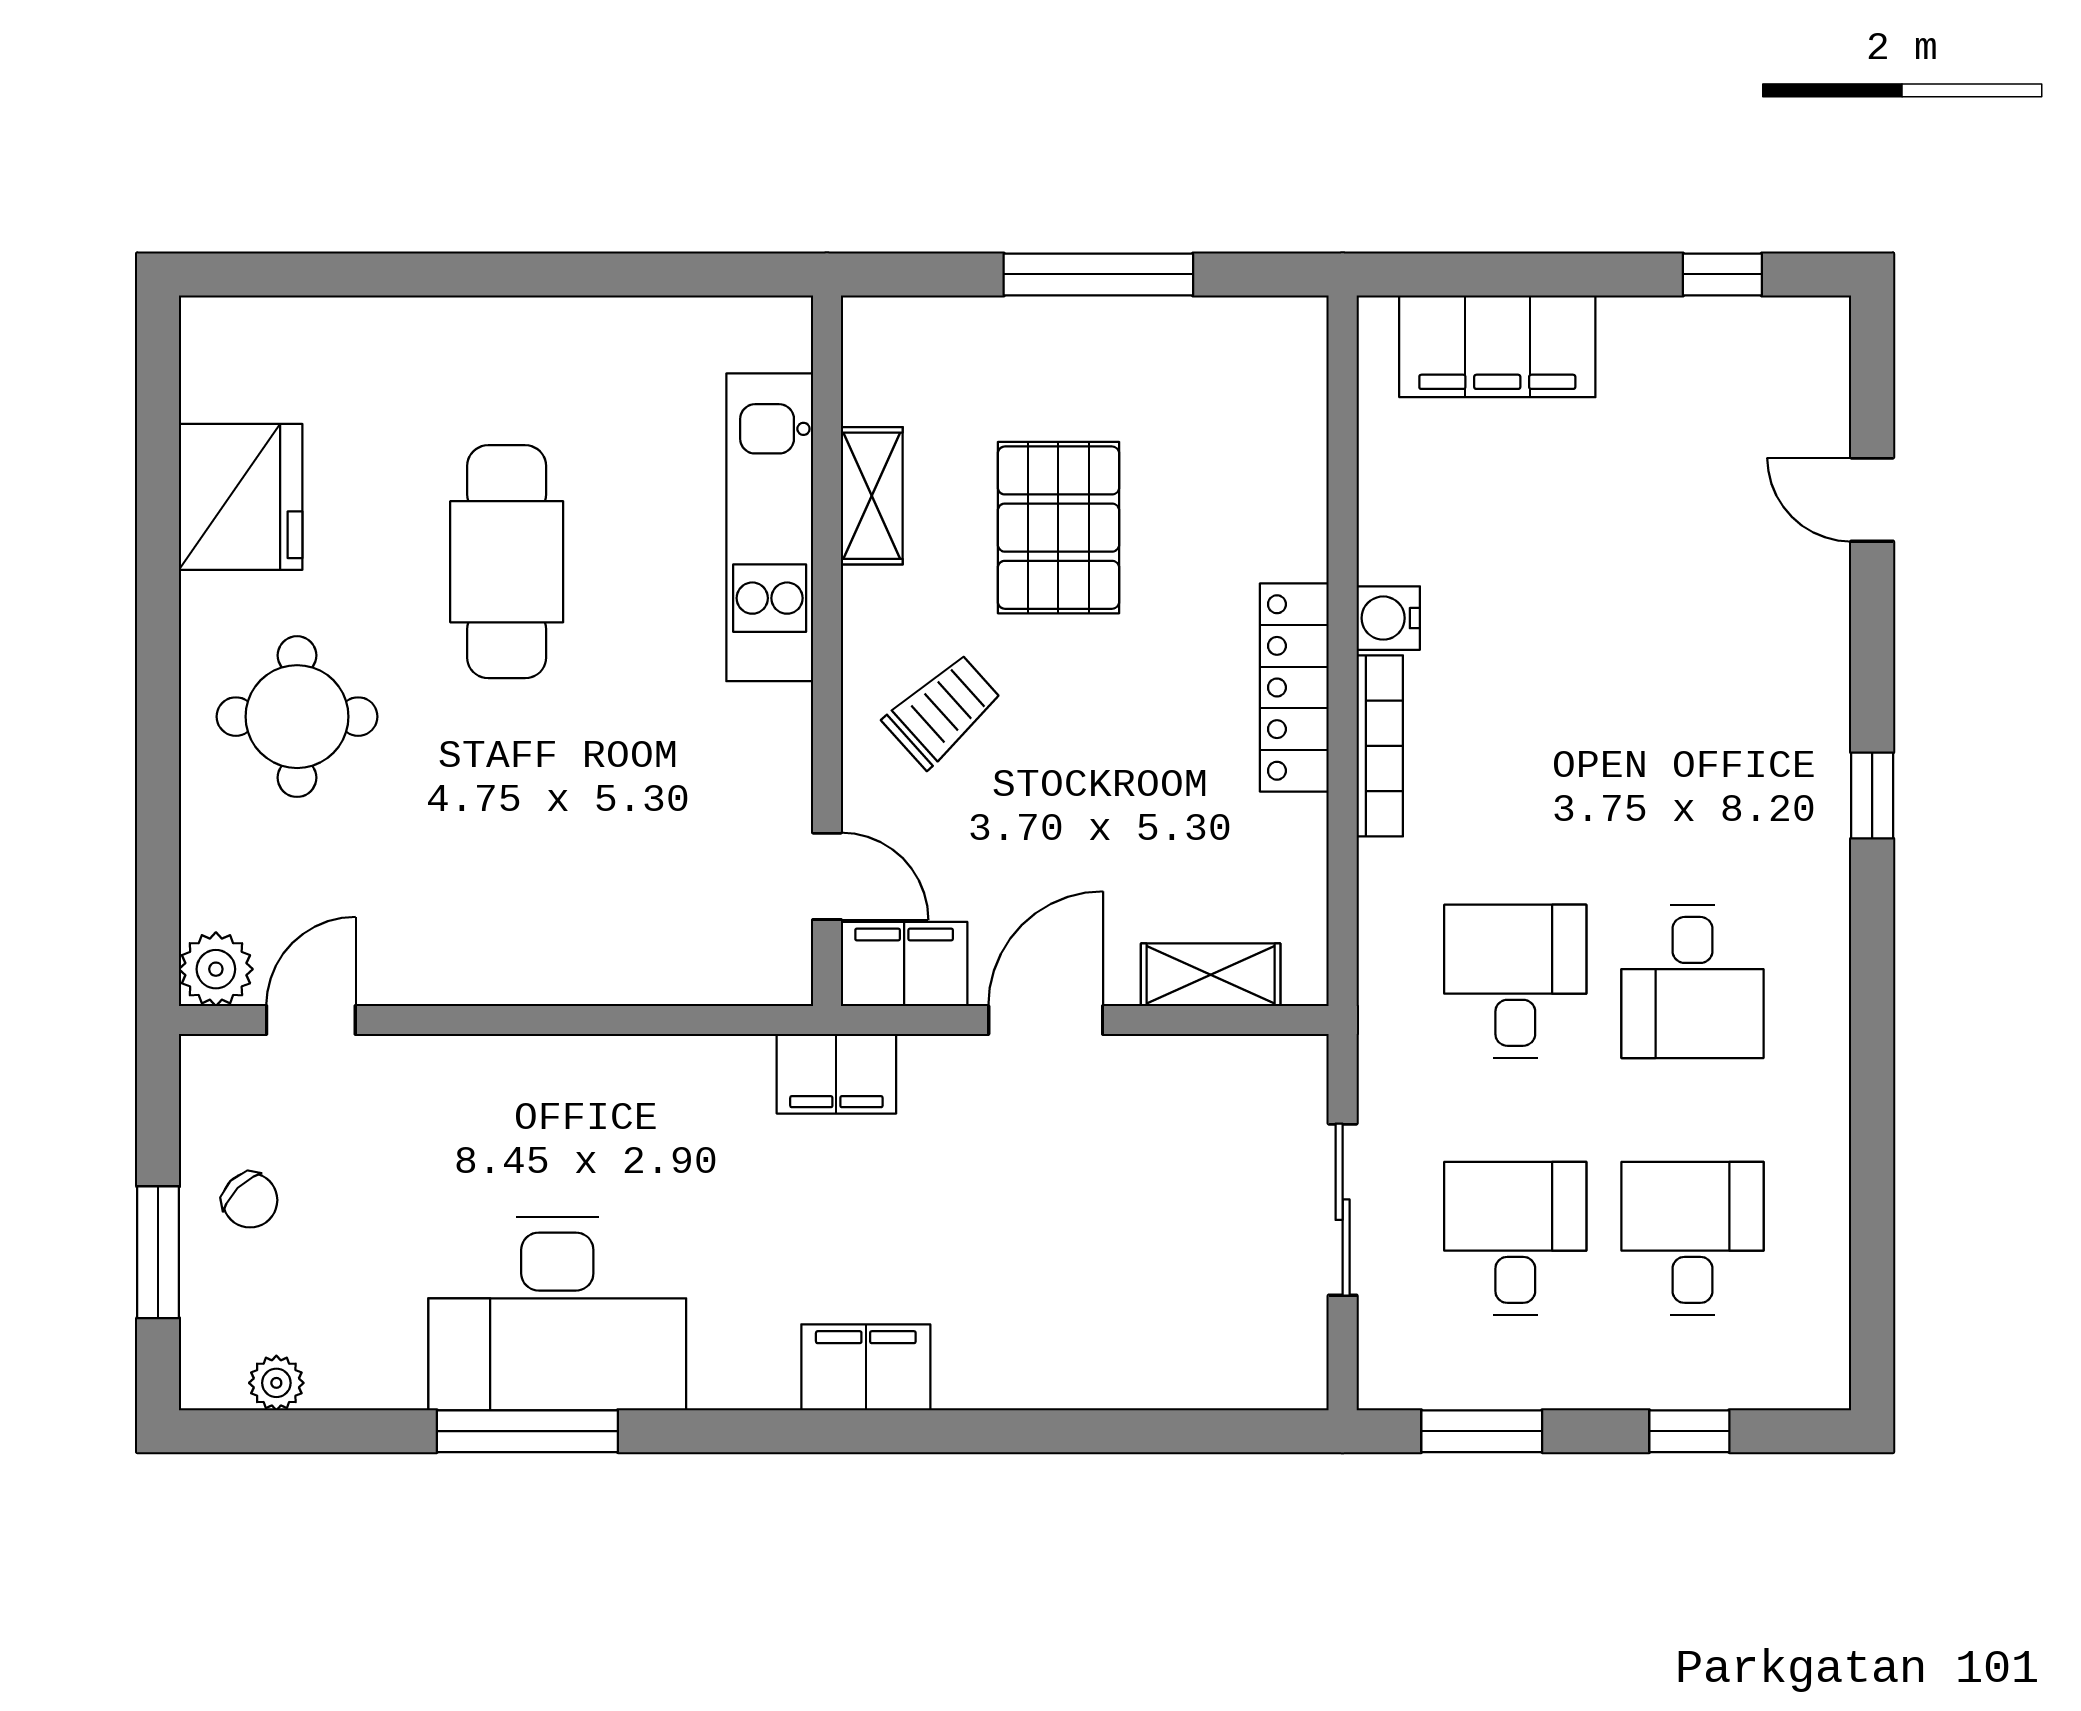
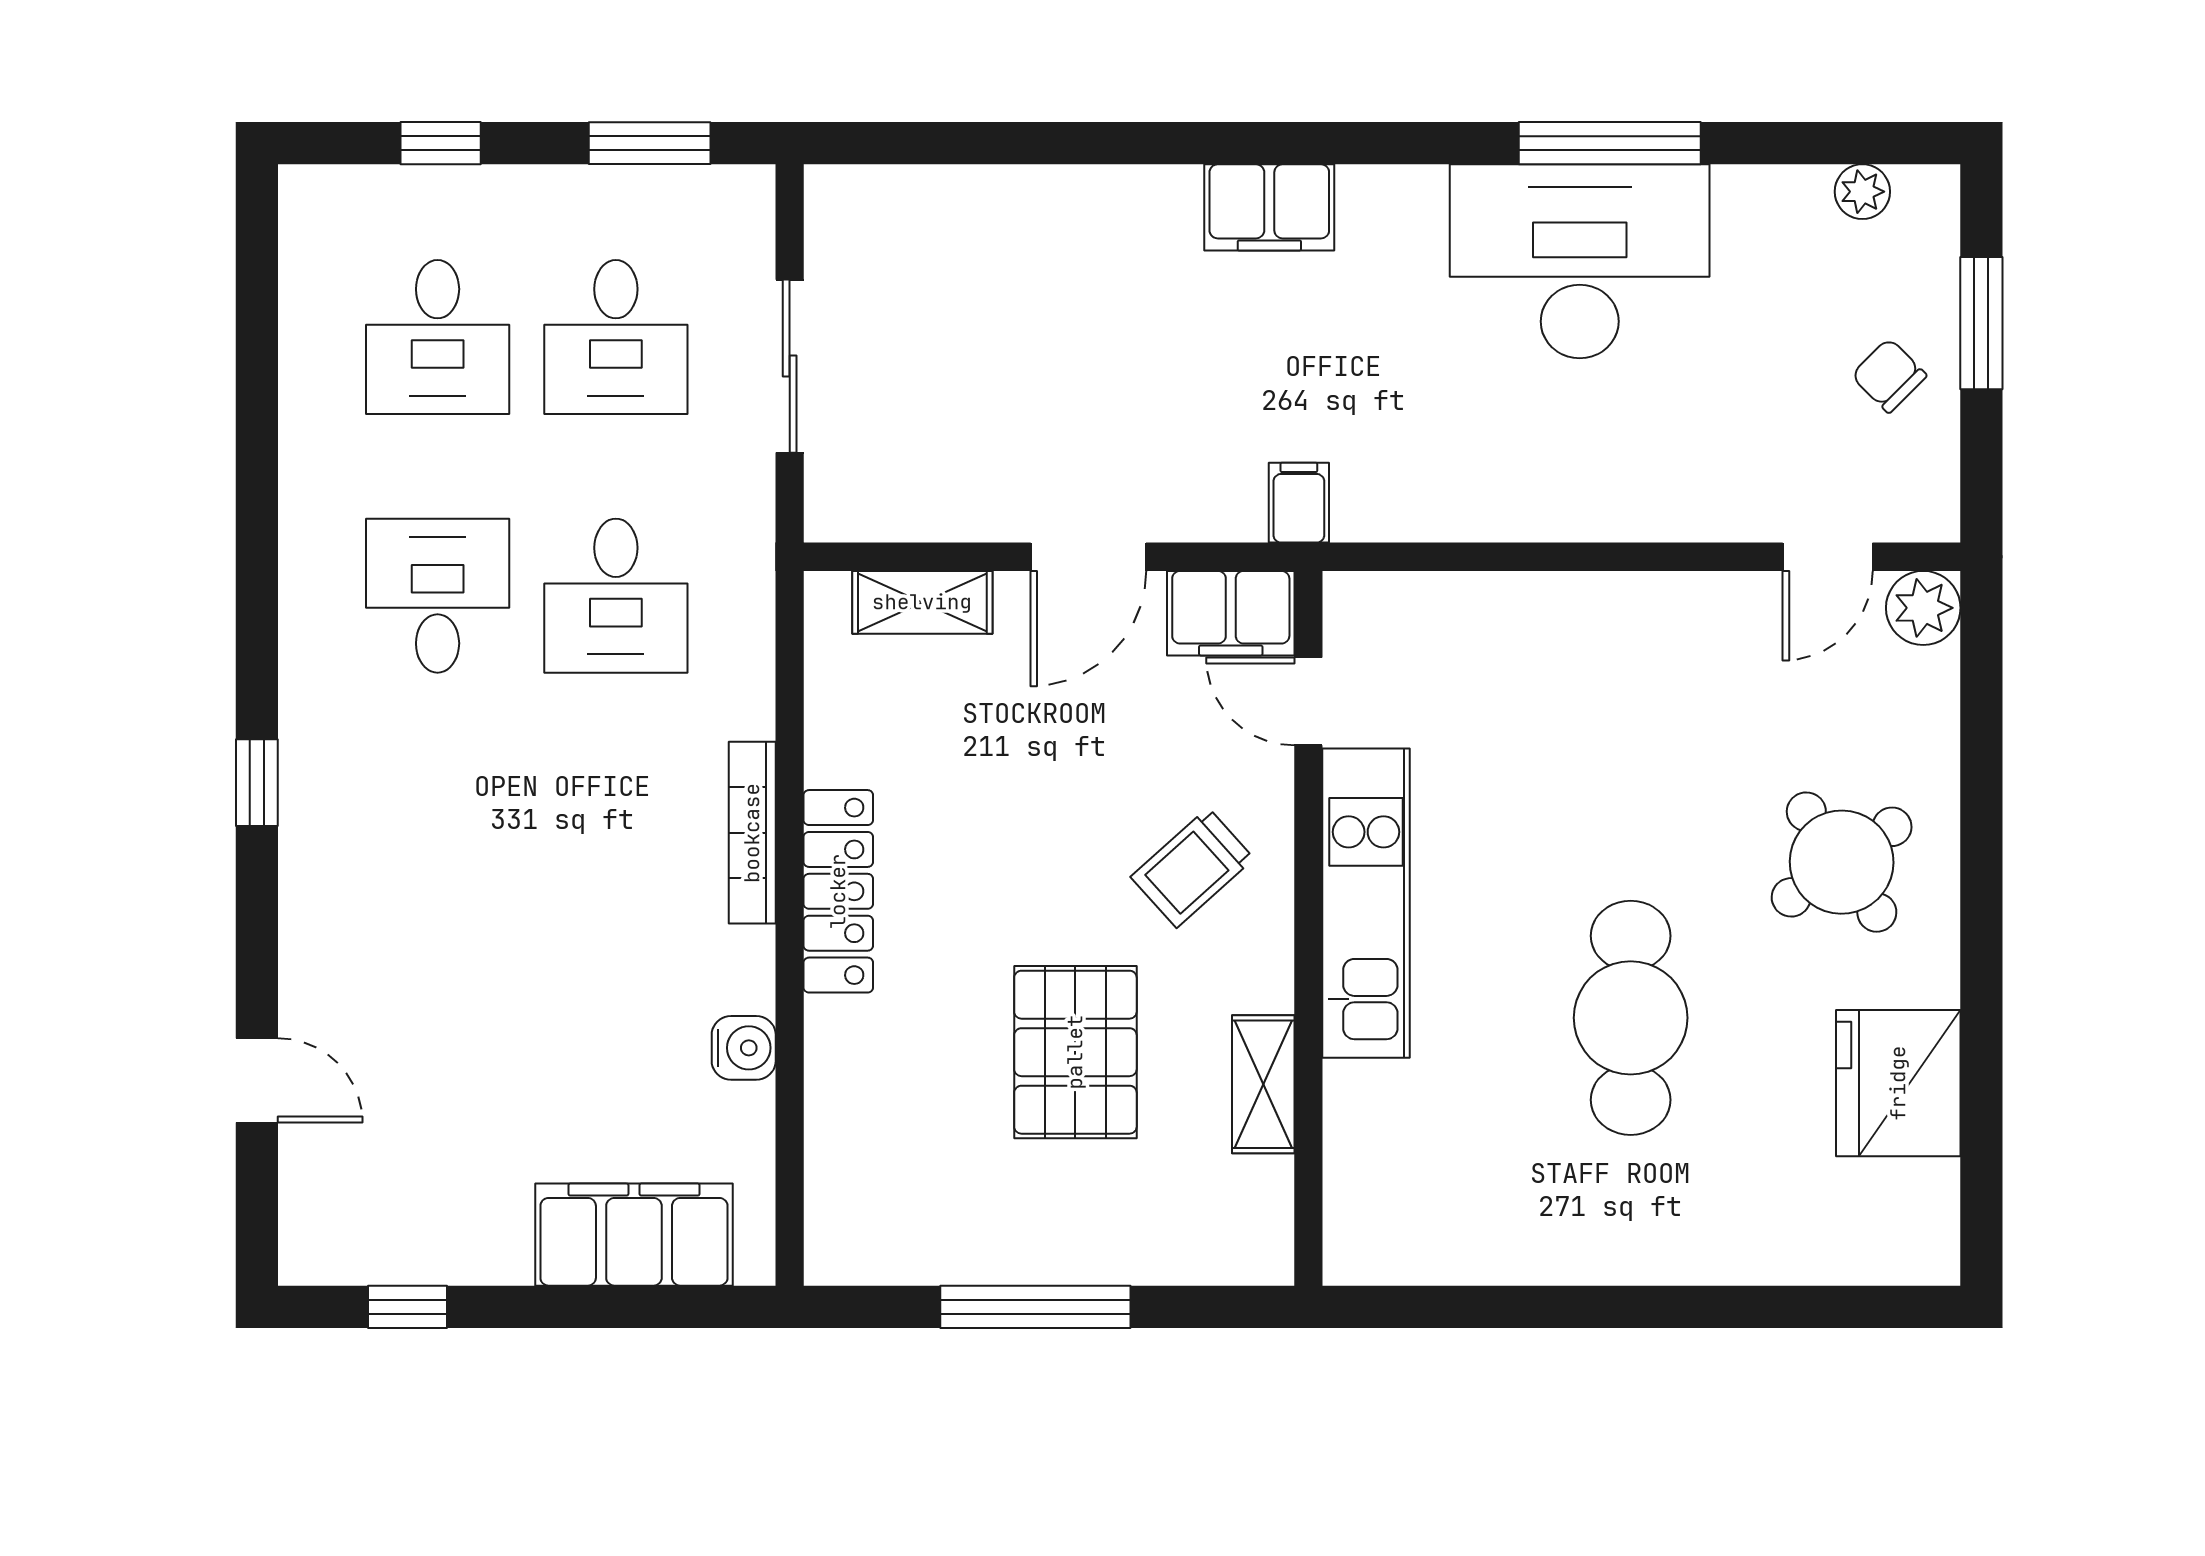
kitchen unit: (770, 527) -> (1366, 903), moved
water cooler: (1388, 618) -> (744, 1048), moved
round table: (297, 717) -> (1842, 862), turned -35
filing cabinet: (836, 1074) -> (1299, 503), width x0.50

